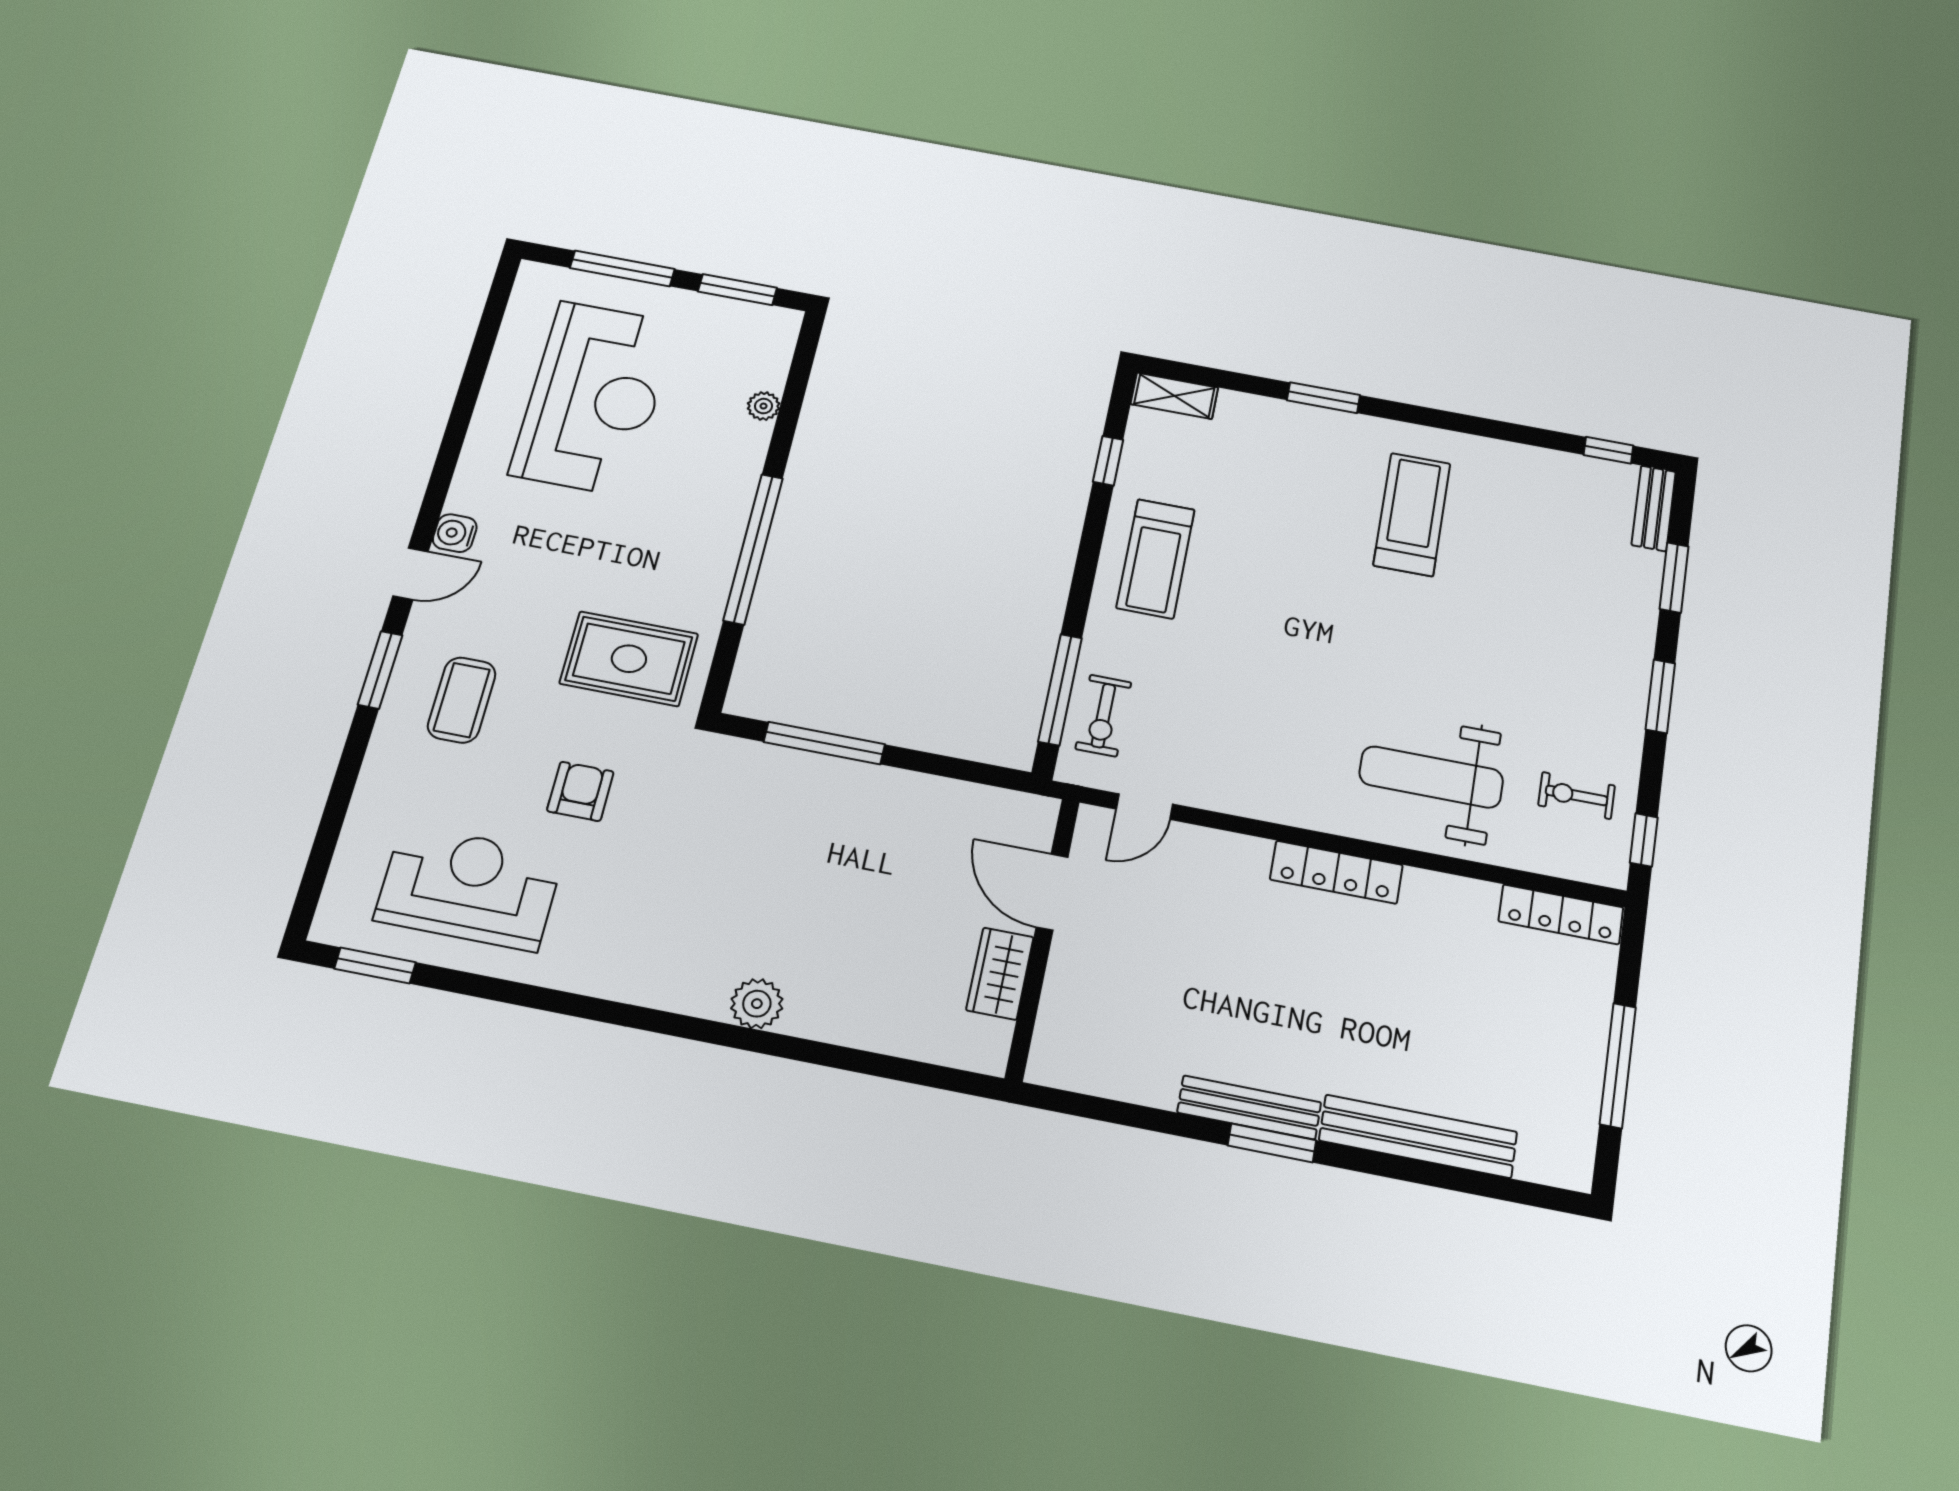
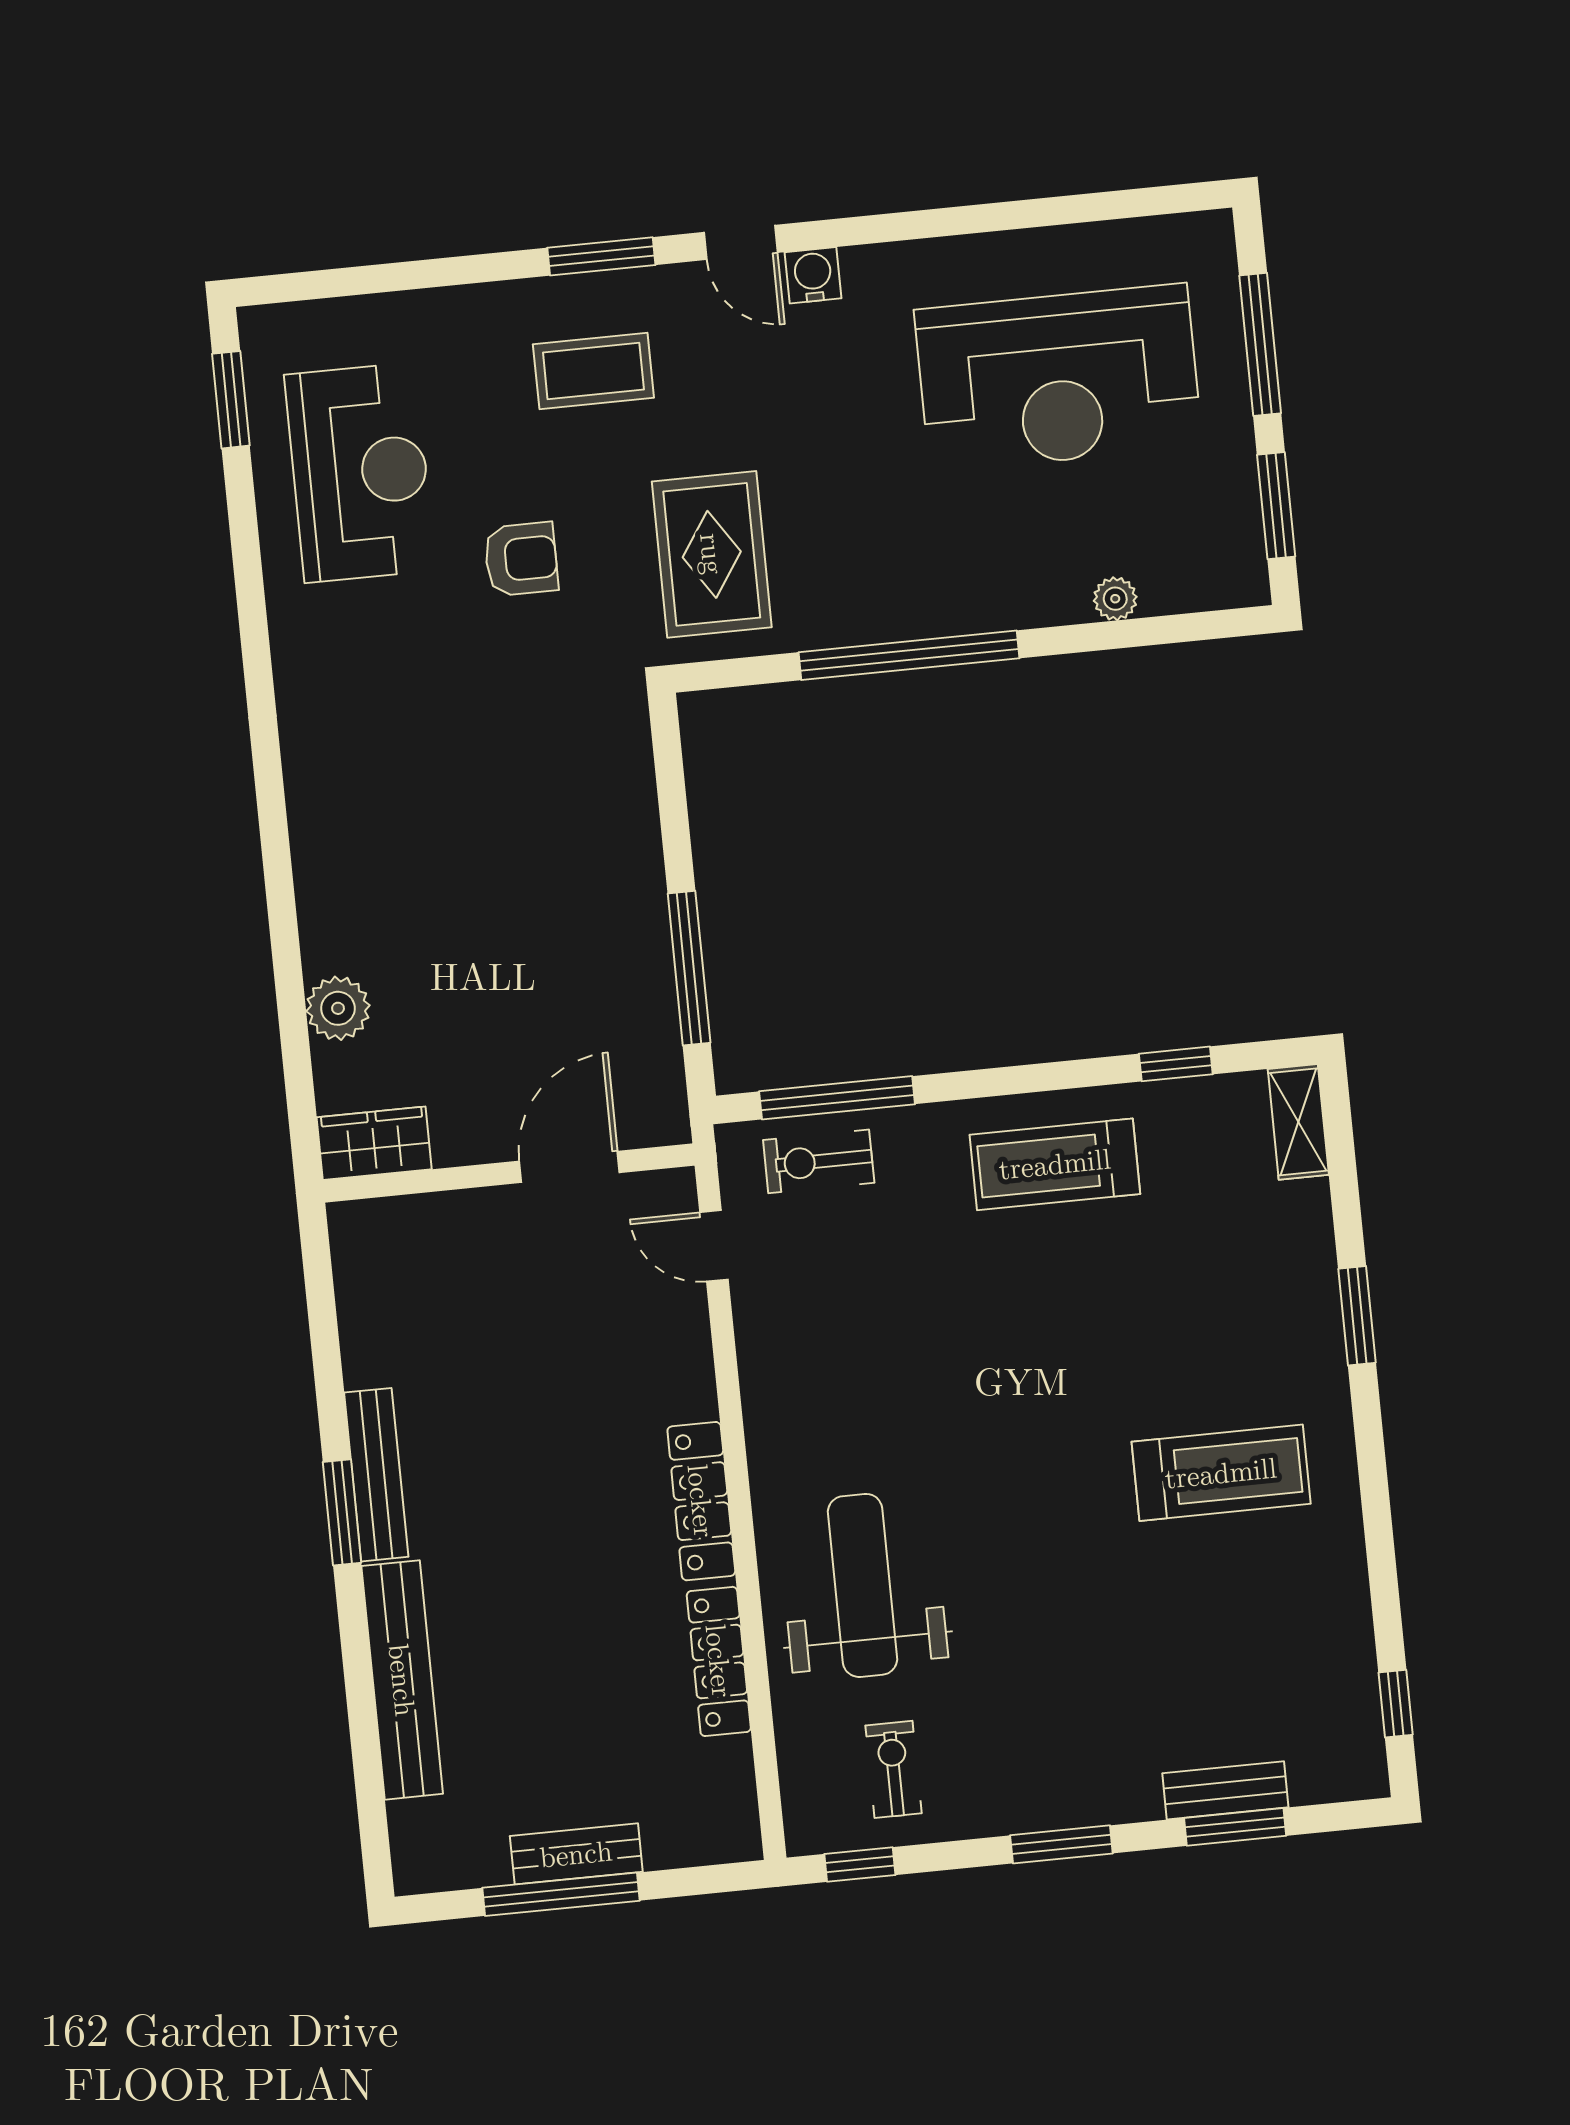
bench: (1654, 508) -> (1225, 1790), moved
window: (824, 743) -> (689, 968), moved
locker: (1561, 914) -> (719, 1661), moved
wardrobe: (1000, 974) -> (374, 1143), moved
plant: (757, 1004) -> (338, 1008), moved
bench: (1588, 1044) -> (576, 1854), added

